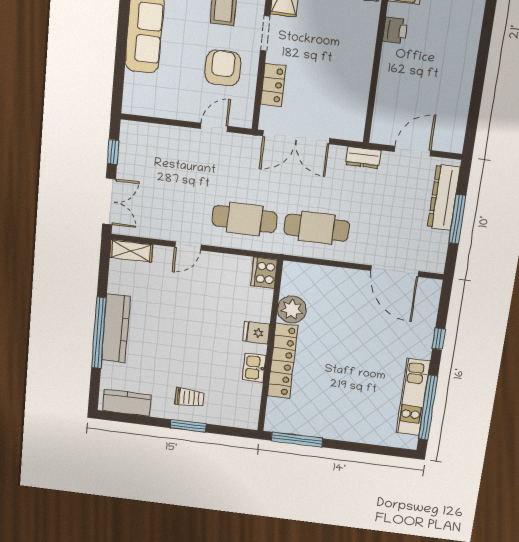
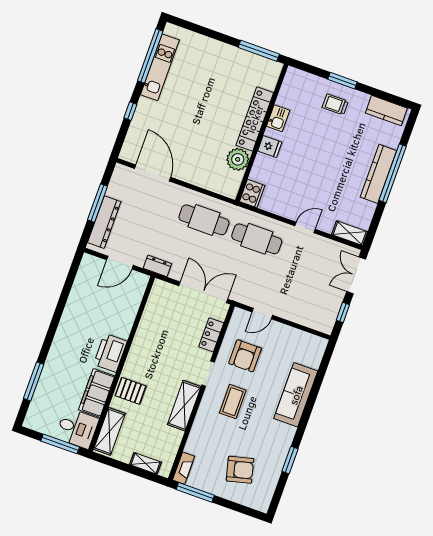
printer: (395, 30) -> (110, 353), width x1.87, depth x1.48

